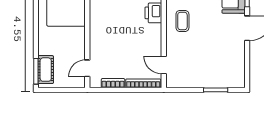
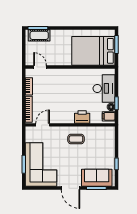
corner sofa: (216, 67) -> (41, 165), added

